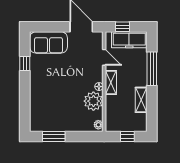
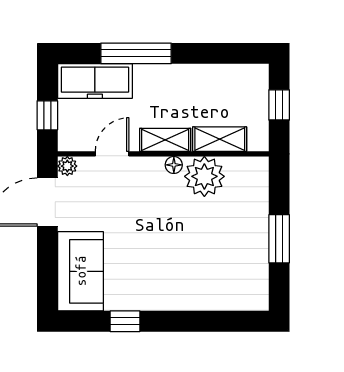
freezer: (129, 40) -> (95, 81), moved, turned 90
shelving: (141, 100) -> (220, 139), moved
plant: (98, 125) -> (67, 166), moved
window: (54, 137) -> (279, 239), moved

